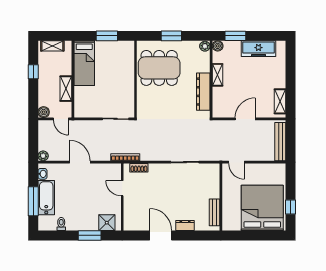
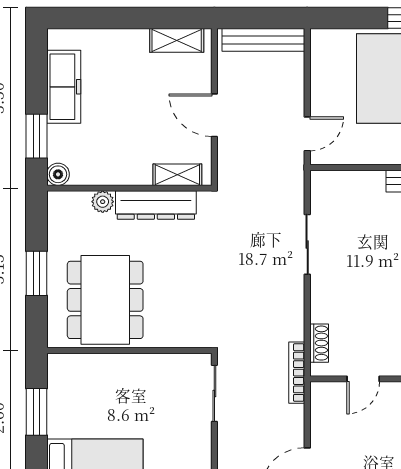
plant: (205, 46) -> (103, 202), moved
shelving: (217, 75) -> (177, 175), moved

